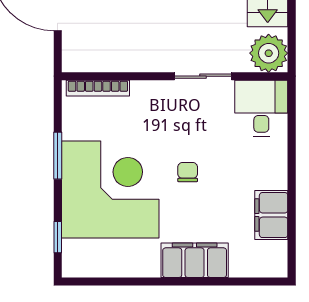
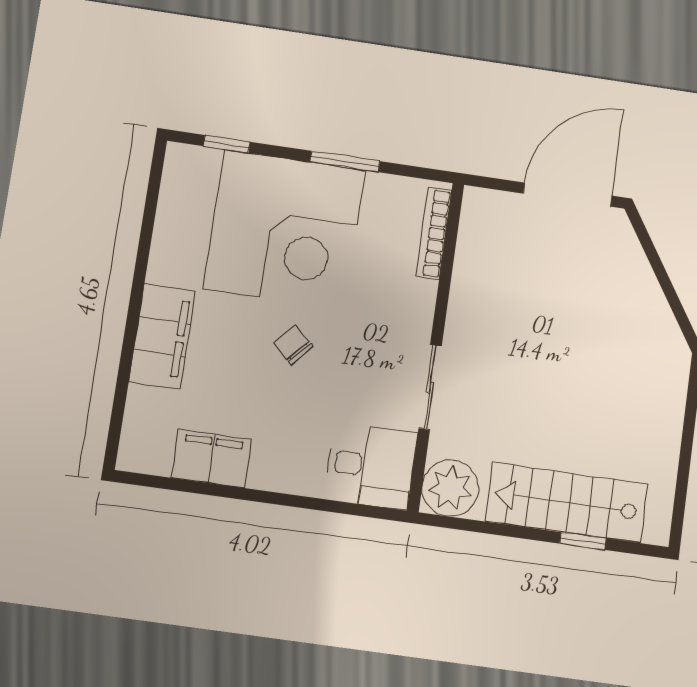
chair: (188, 172) -> (293, 345), turned -138

